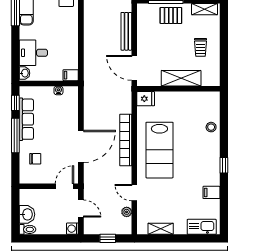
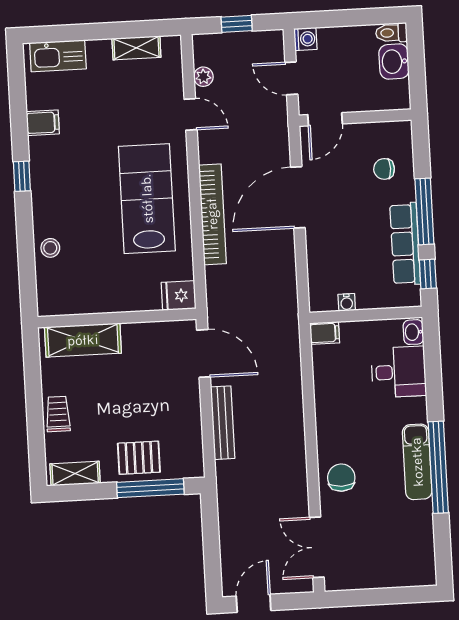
trolley: (201, 47) -> (58, 414), moved
shelving: (181, 78) -> (83, 340), moved

